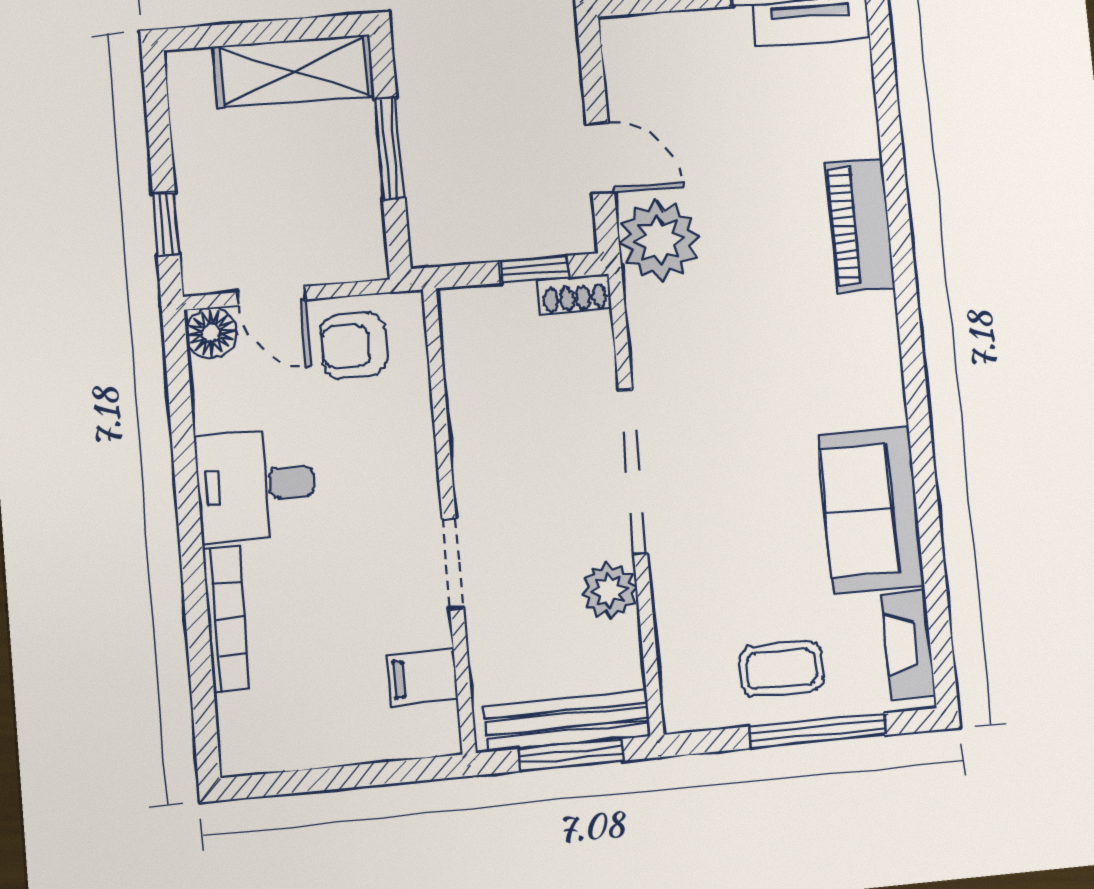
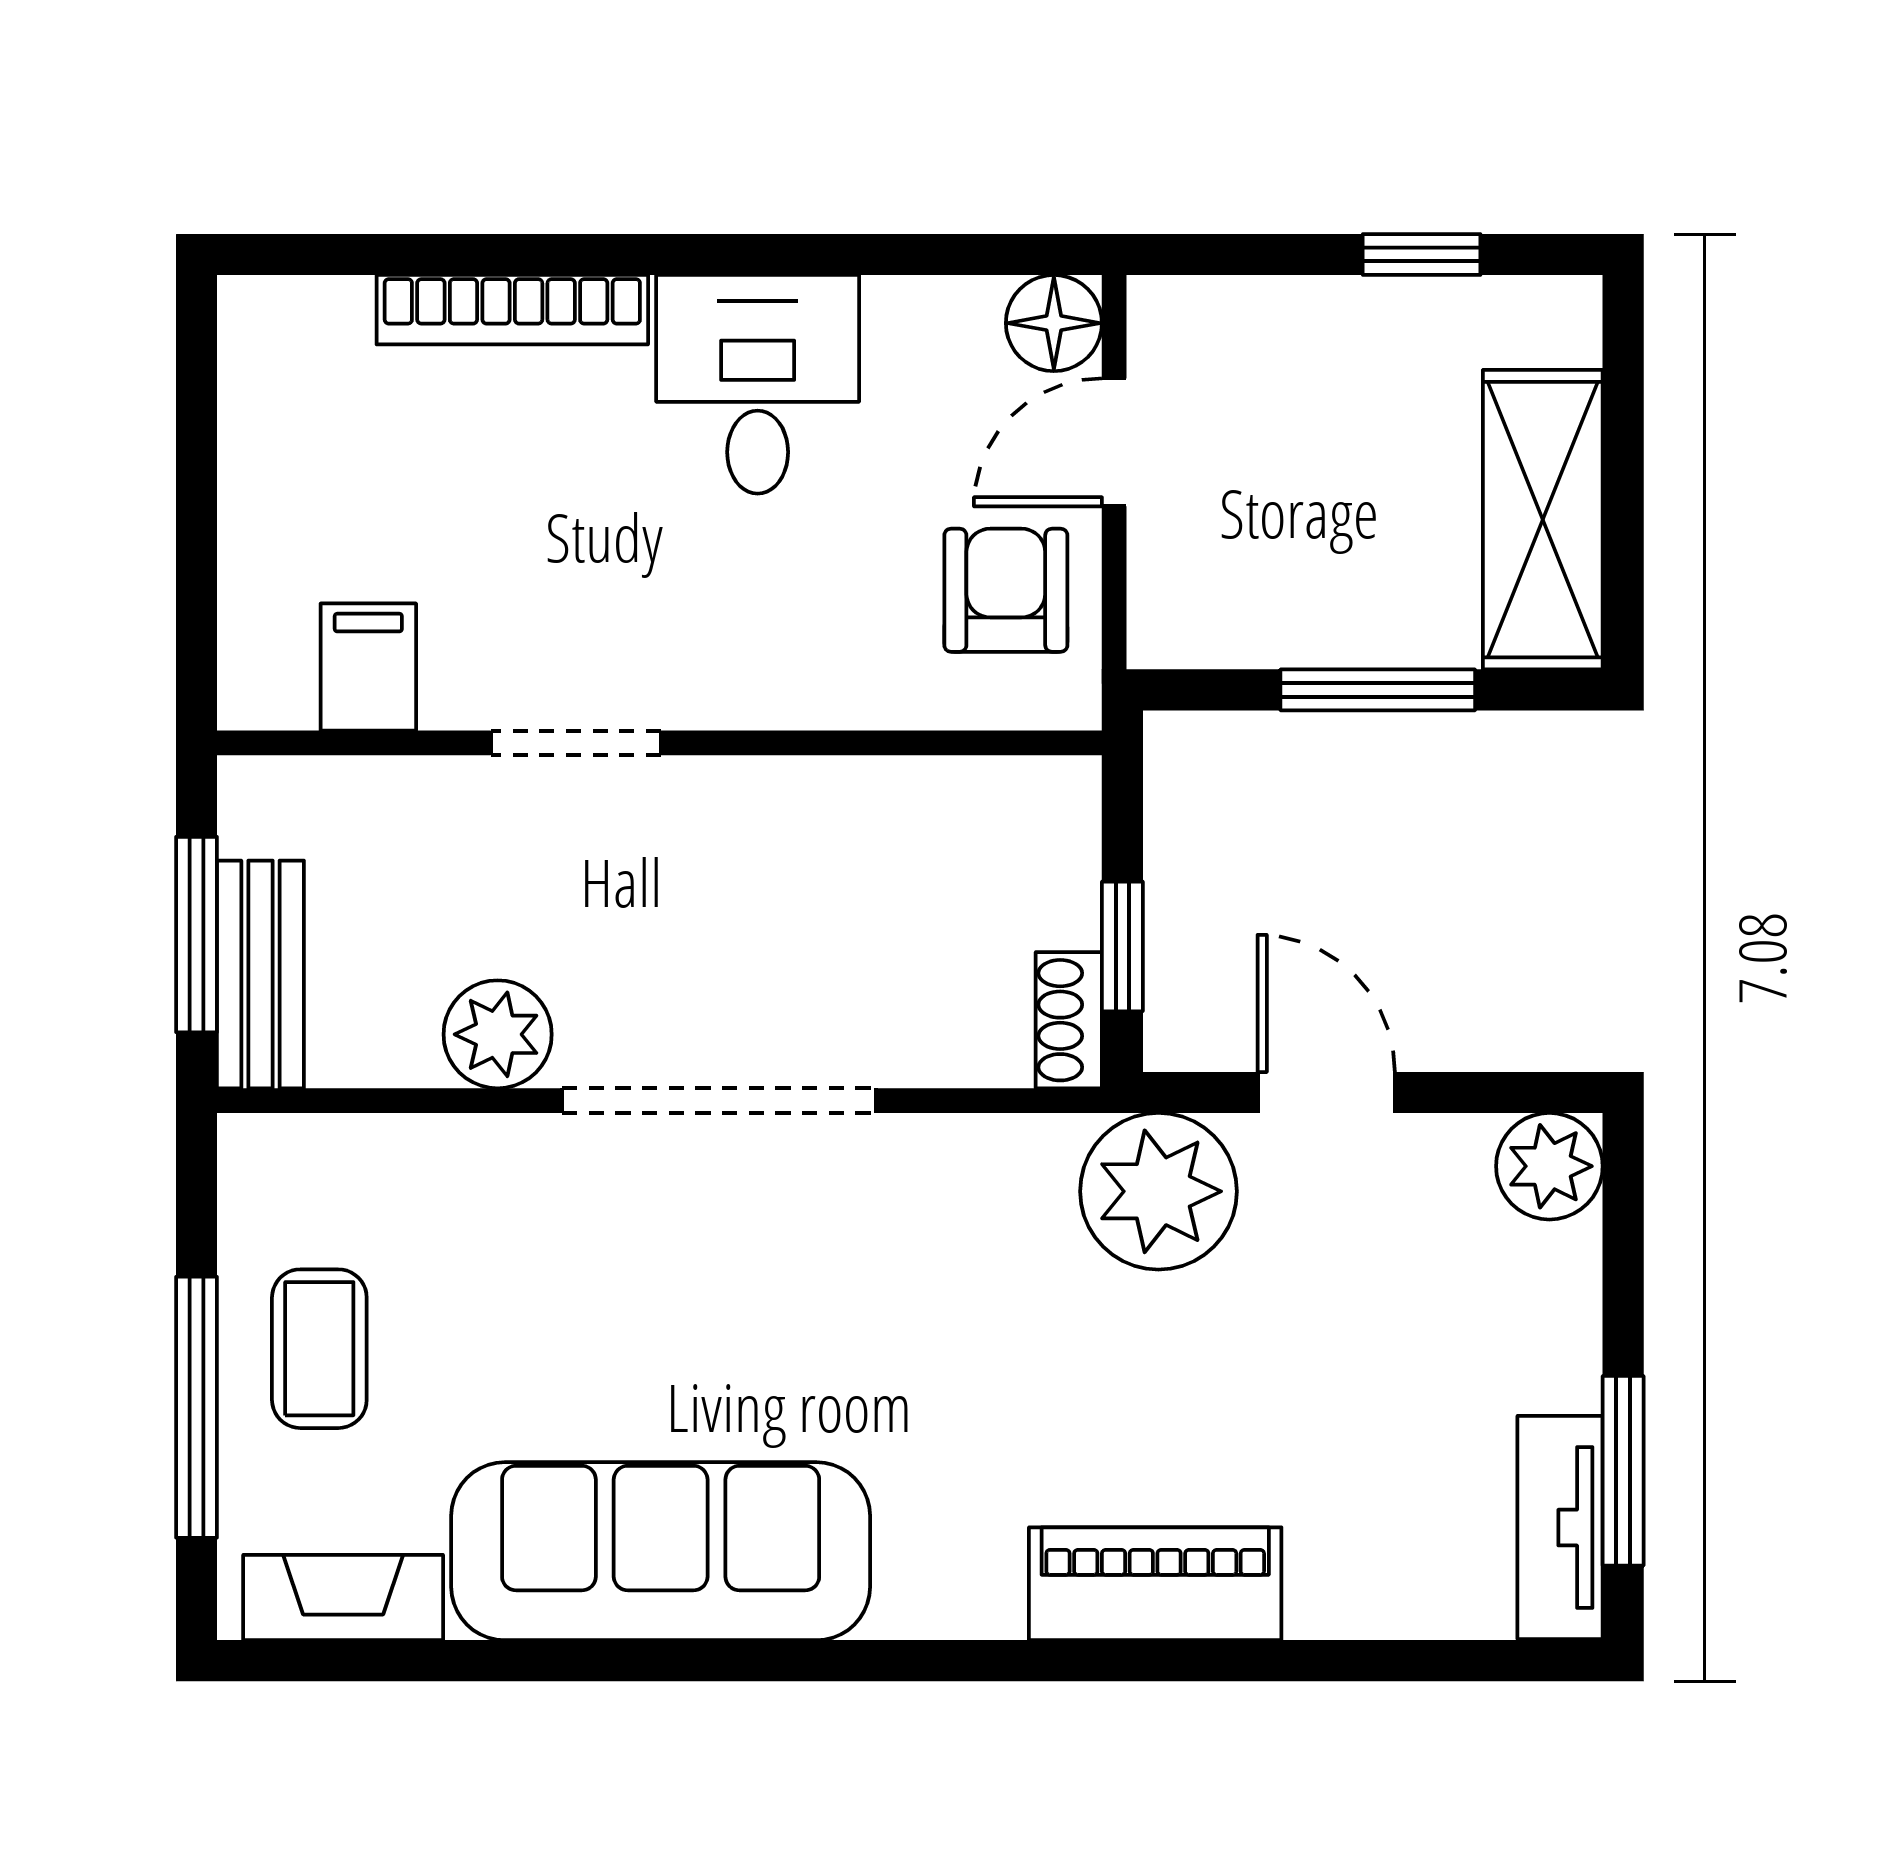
plant: (628, 41) -> (1549, 1166), added
door: (600, 158) -> (1326, 1092), swing flipped
window: (166, 224) -> (1422, 254), moved
sofa: (871, 510) -> (661, 1551), width x1.36
bench: (567, 721) -> (260, 974), width x0.73

